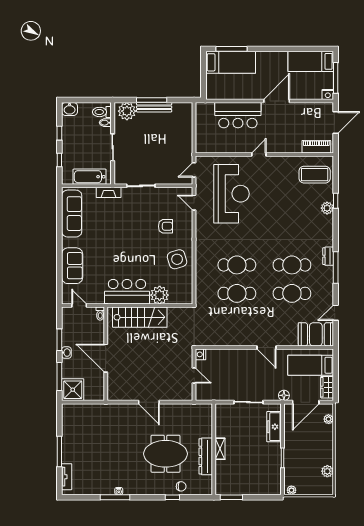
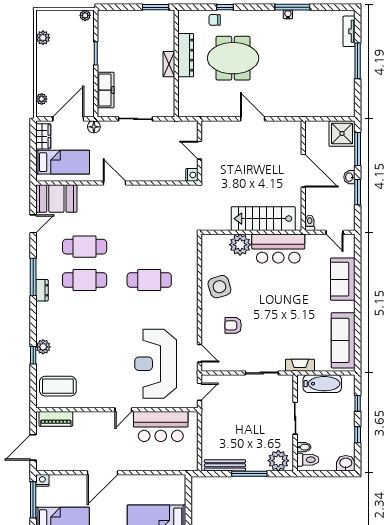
bench: (154, 107) -> (225, 465), moved
bar counter: (238, 115) -> (161, 427), moved, turned 180
cafe table: (237, 293) -> (149, 247), removed

